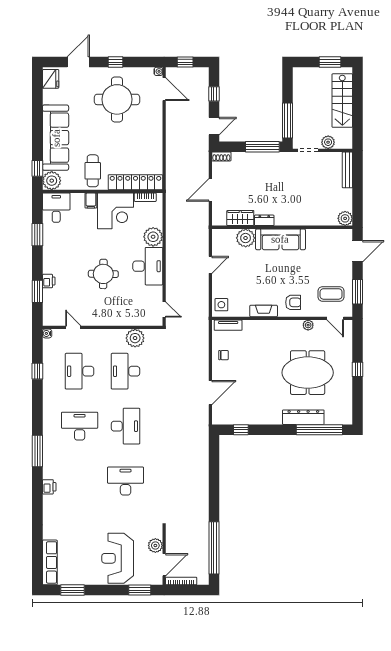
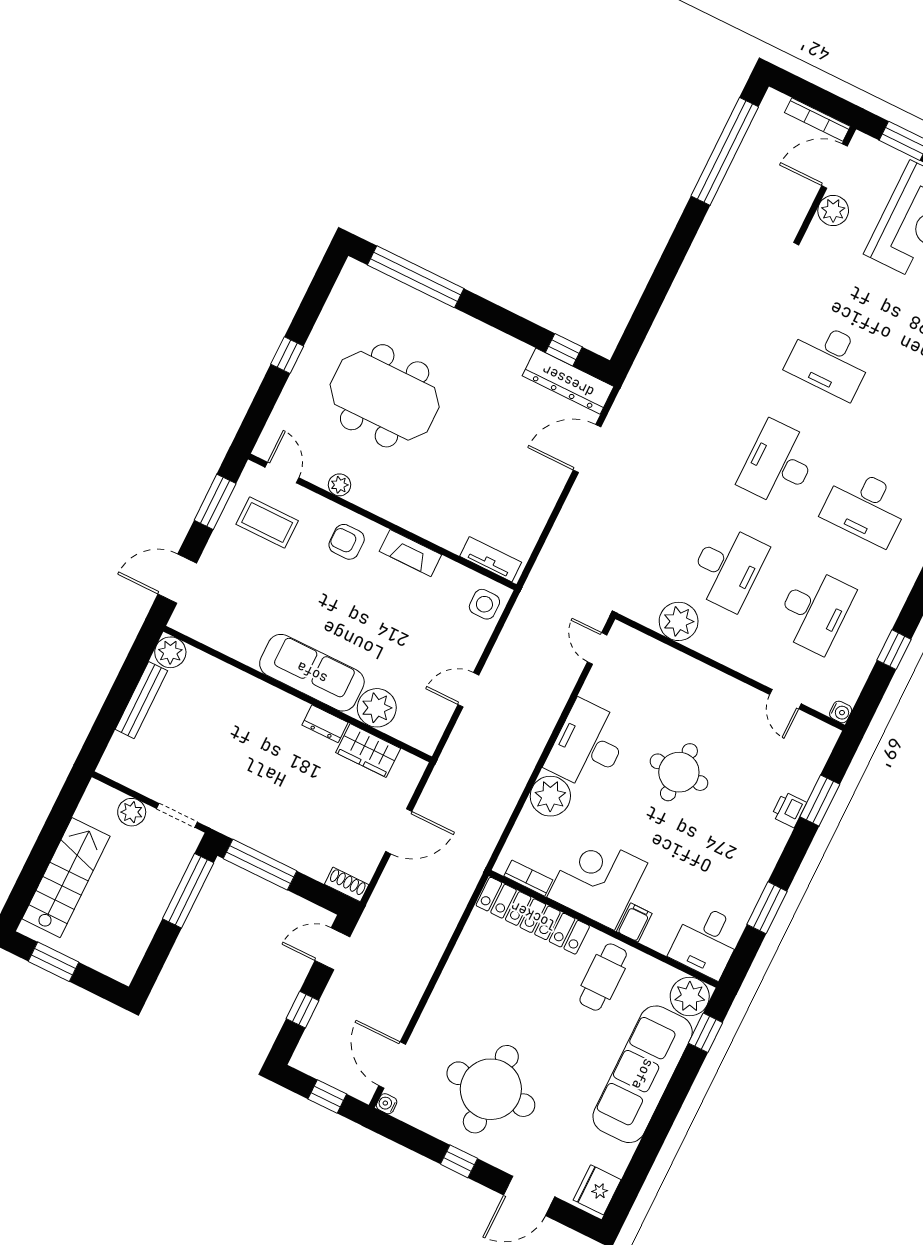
bench: (347, 170) -> (141, 700), moved
chair: (223, 355) -> (527, 507), removed
dresser: (303, 417) -> (568, 381), moved

